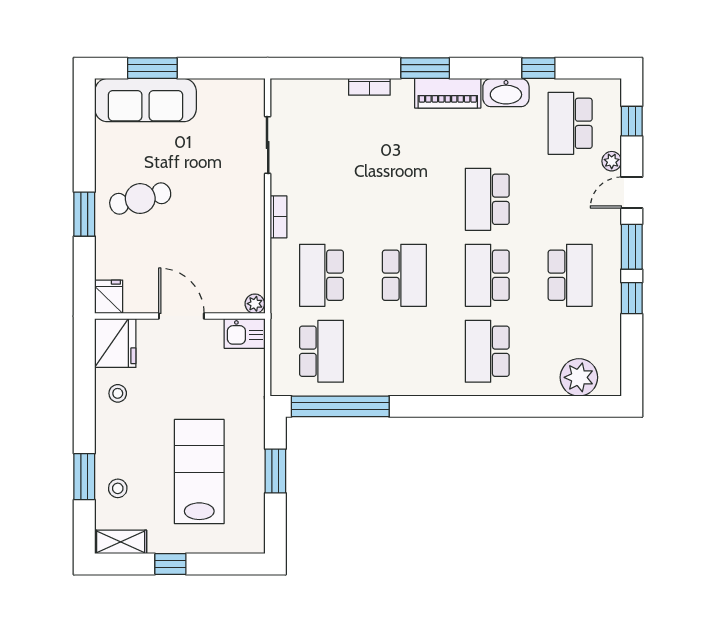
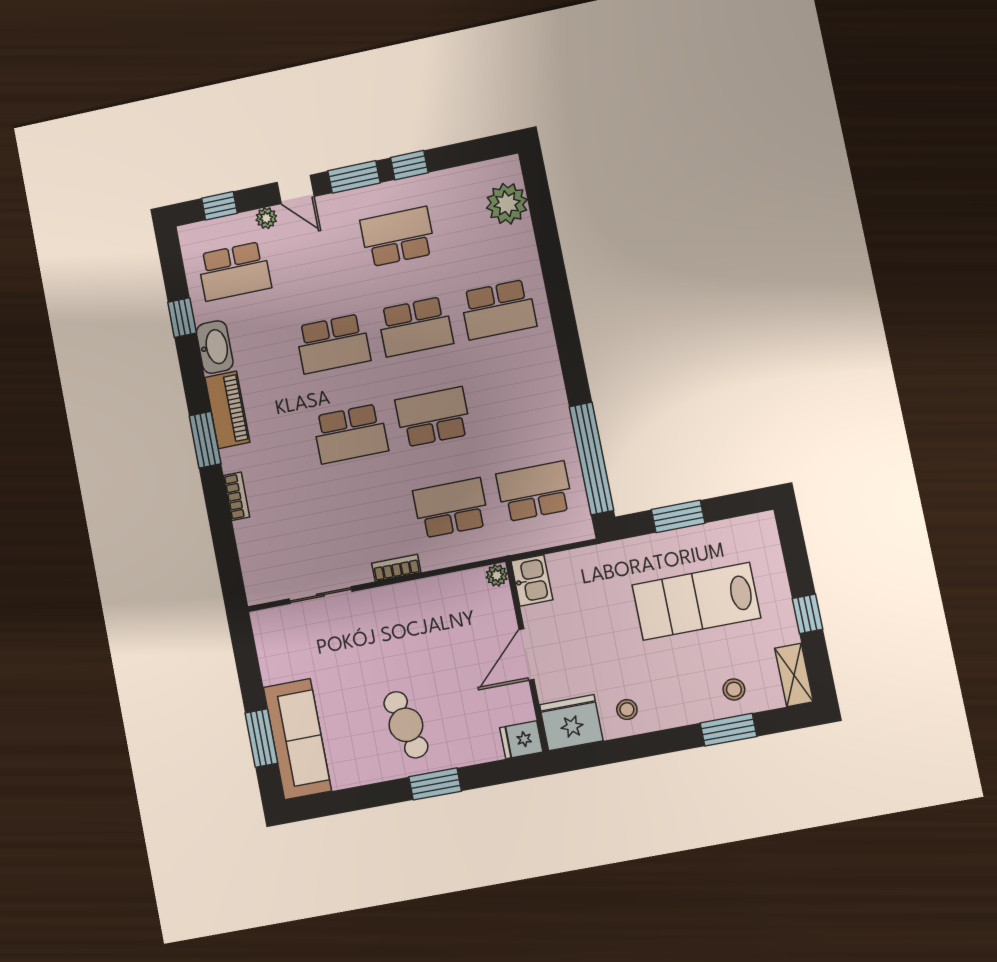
school desk: (404, 199) -> (350, 434), added
school desk: (321, 275) -> (451, 508), turned 180

